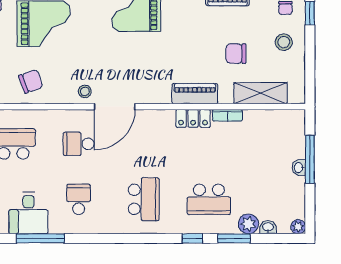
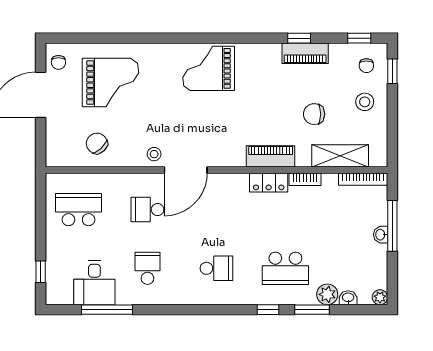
chair: (31, 81) -> (97, 143), turned -113
bookcase: (282, 115) -> (363, 179), added
school desk: (144, 199) -> (216, 268), width x0.54

